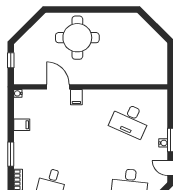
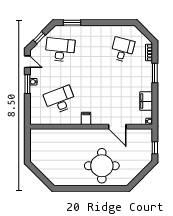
filing cabinet: (76, 97) -> (86, 118), moved
desk: (130, 120) -> (60, 100), turned -45
filing cabinet: (22, 125) -> (146, 101), width x2.00

